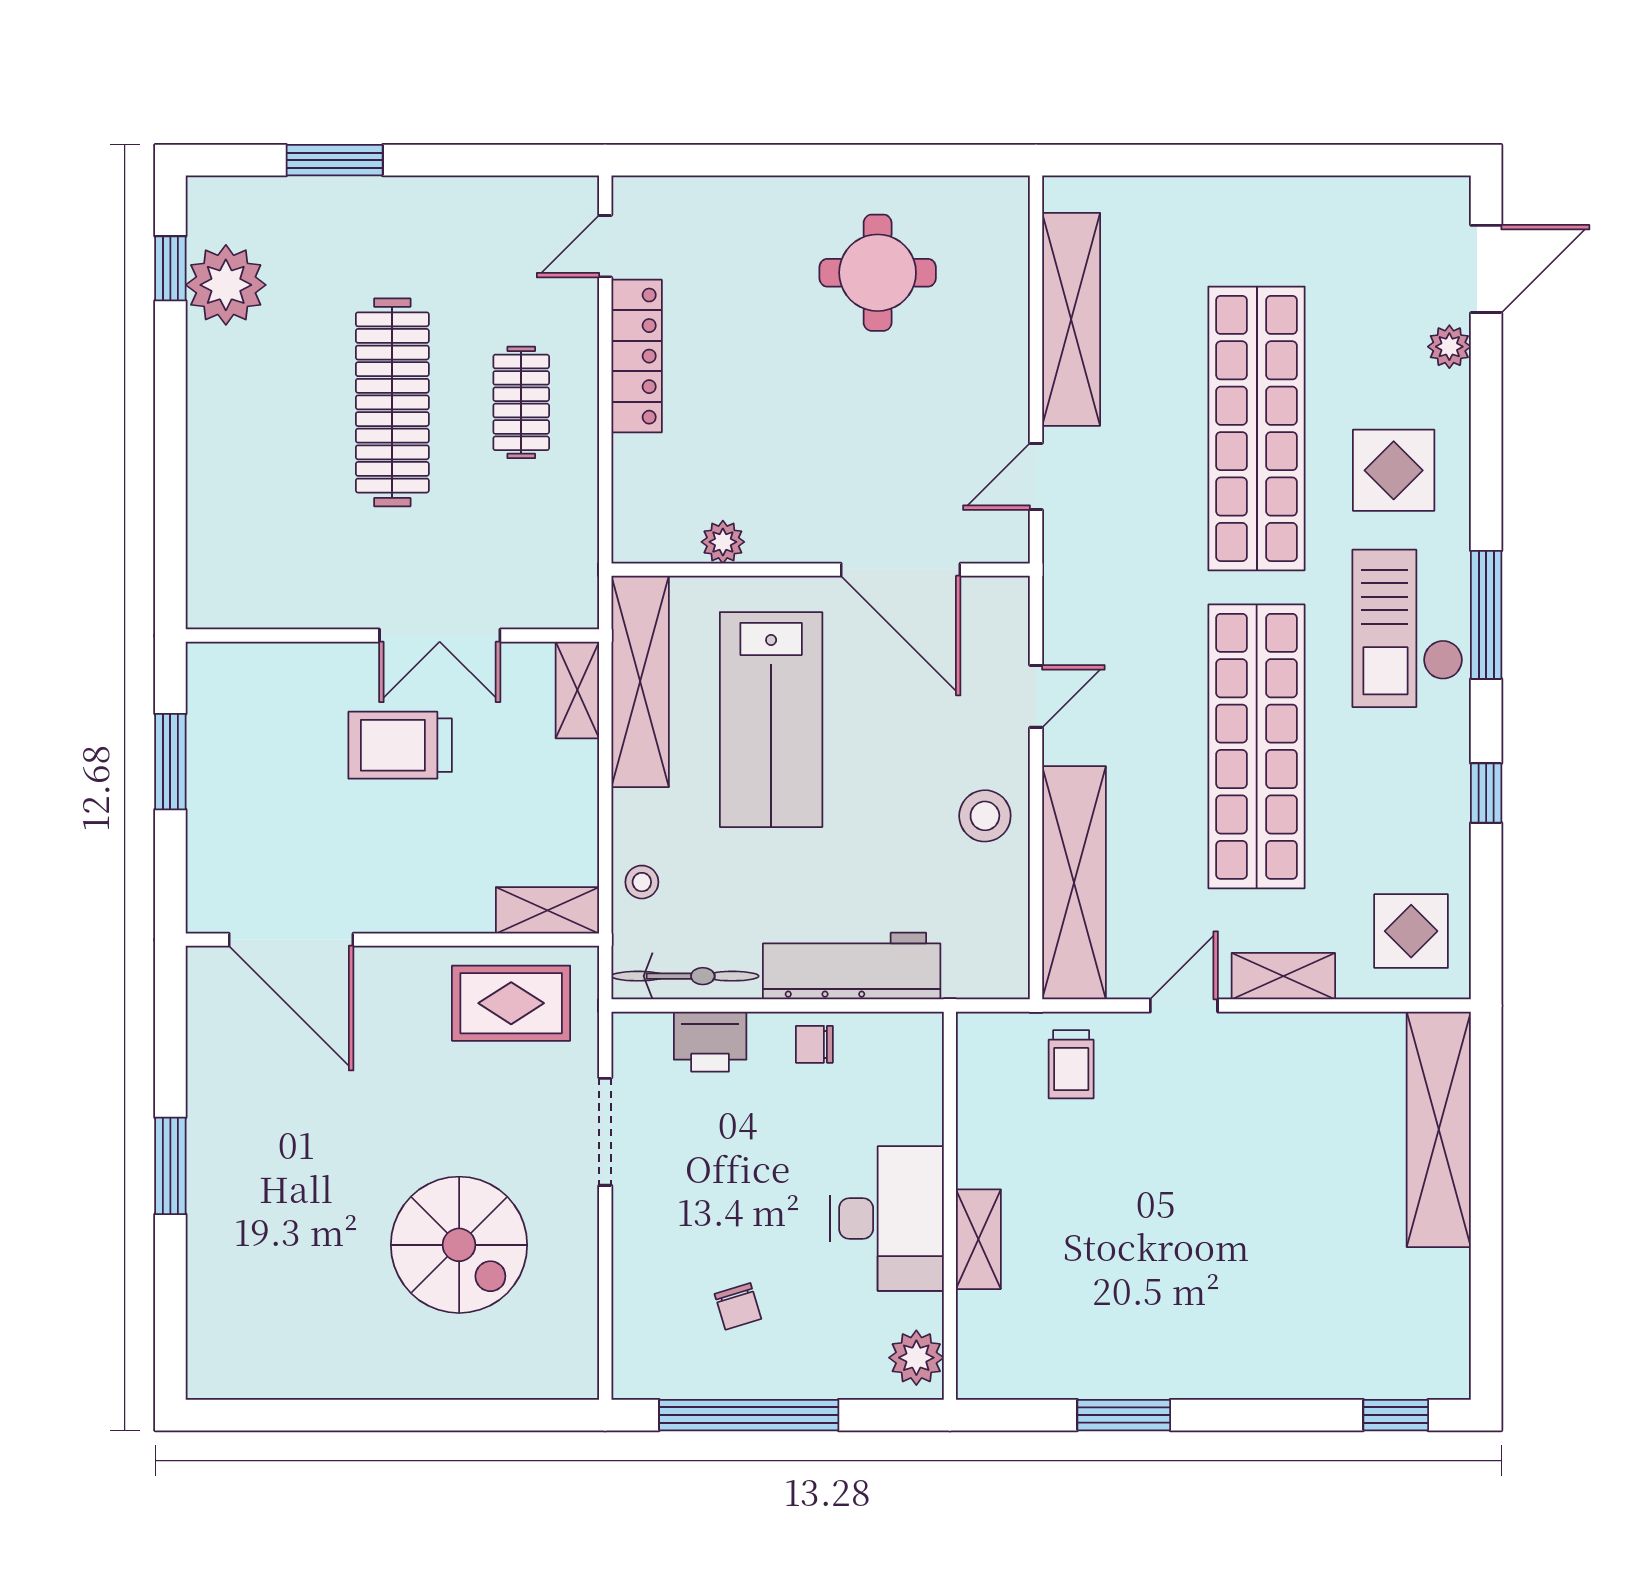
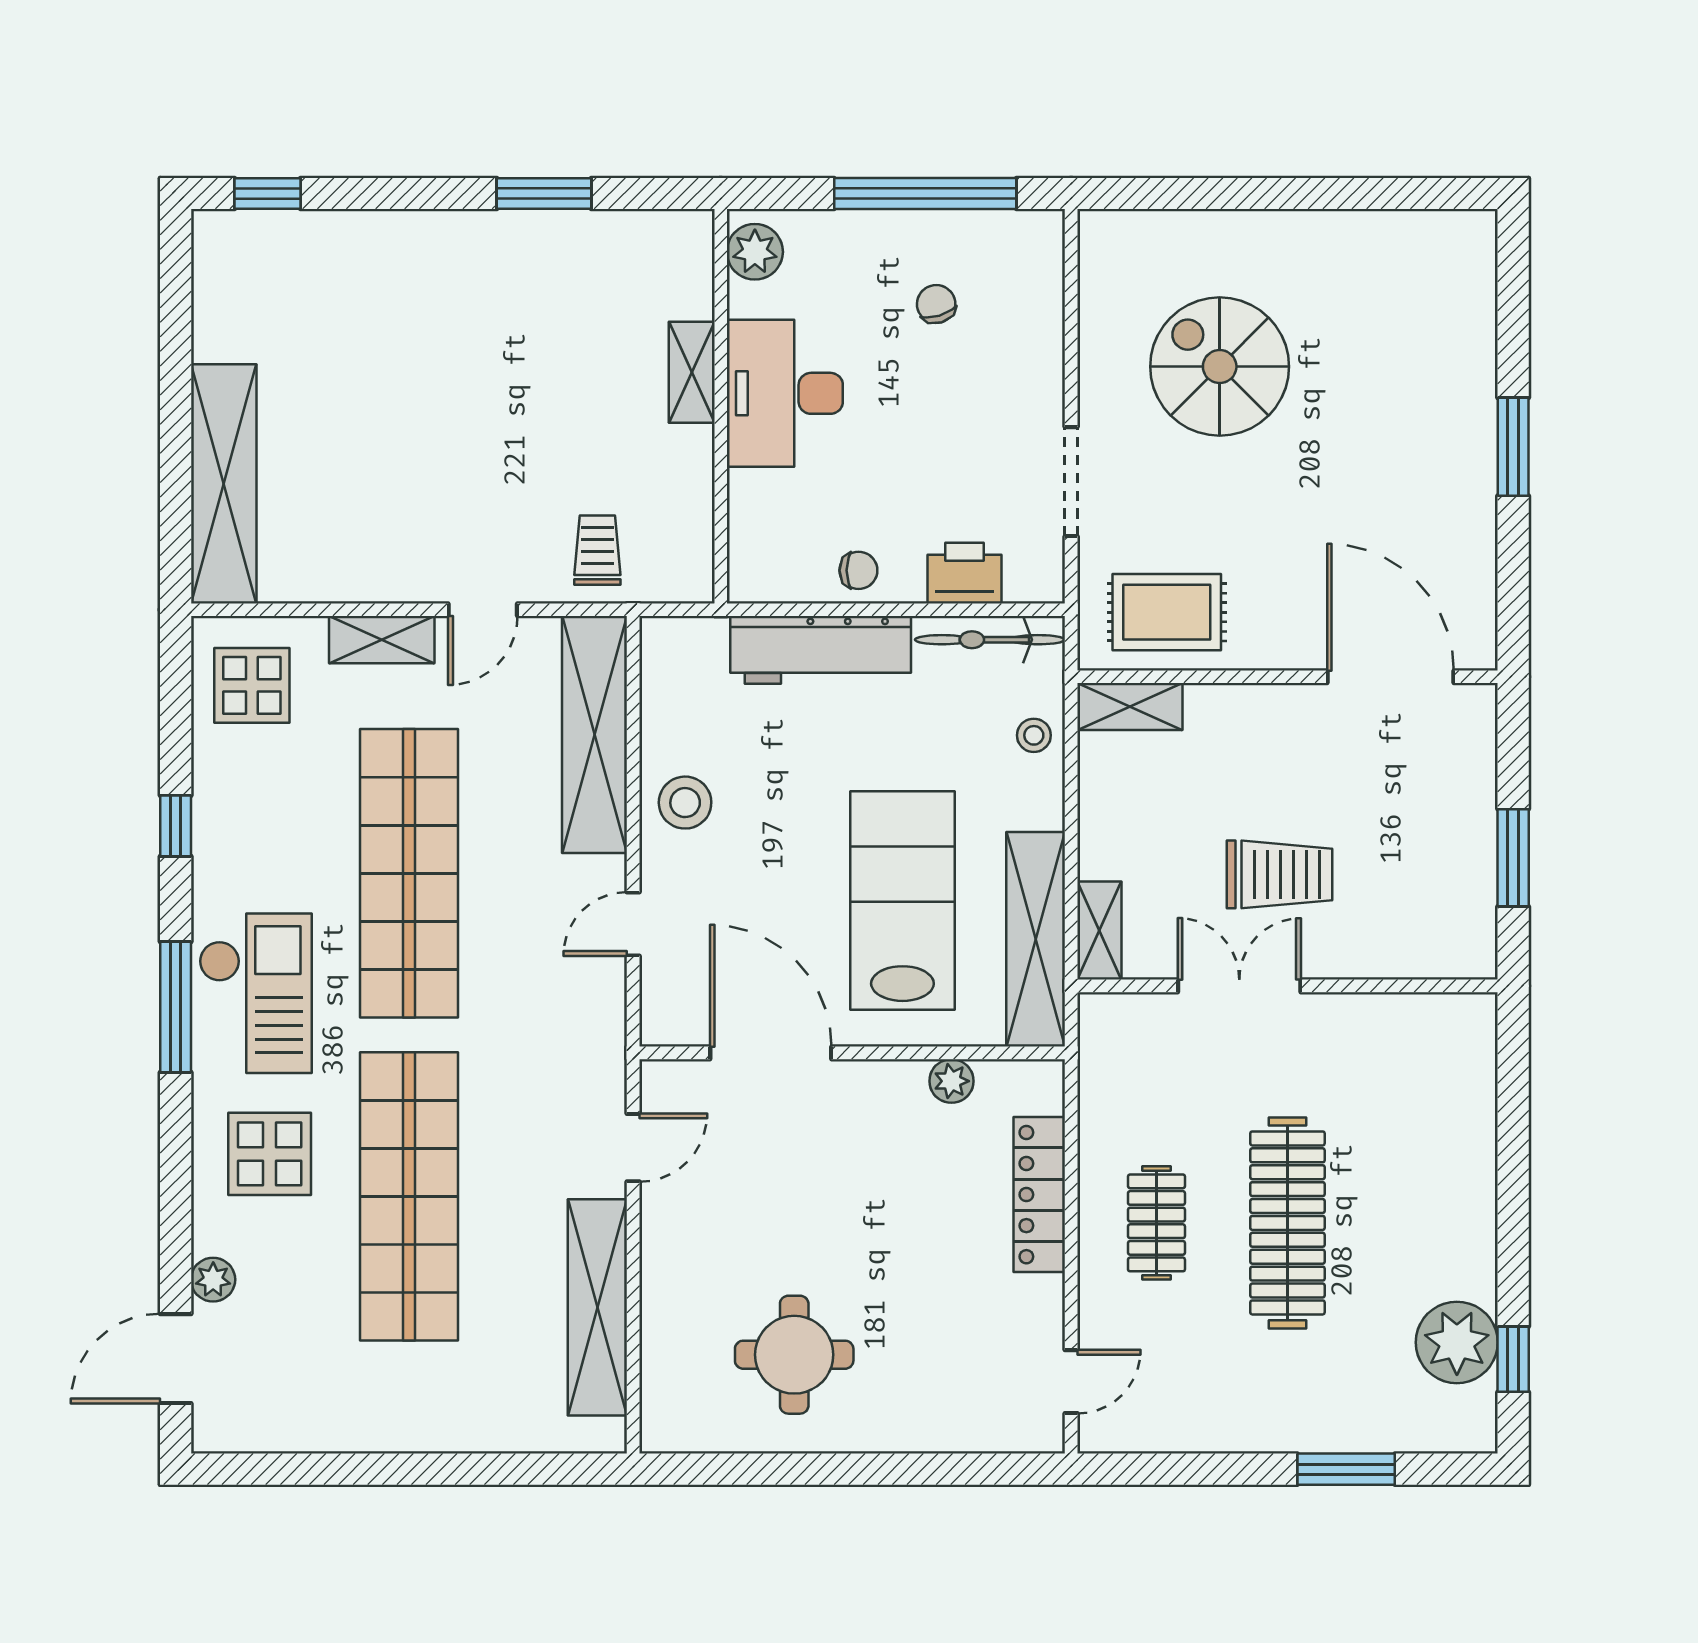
locker: (637, 356) -> (1039, 1195), moved

